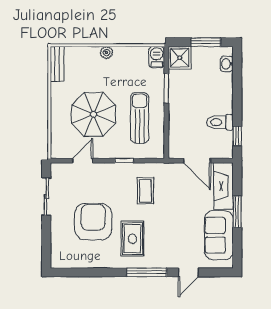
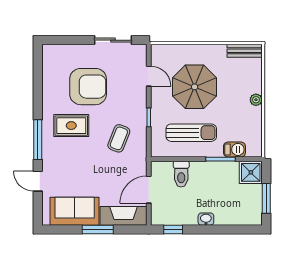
barbecue: (157, 57) -> (234, 149), moved
washbasin: (227, 64) -> (206, 219), moved
toilet: (220, 122) -> (181, 174), moved, turned 180
coffee table: (145, 191) -> (119, 138), turned -68

